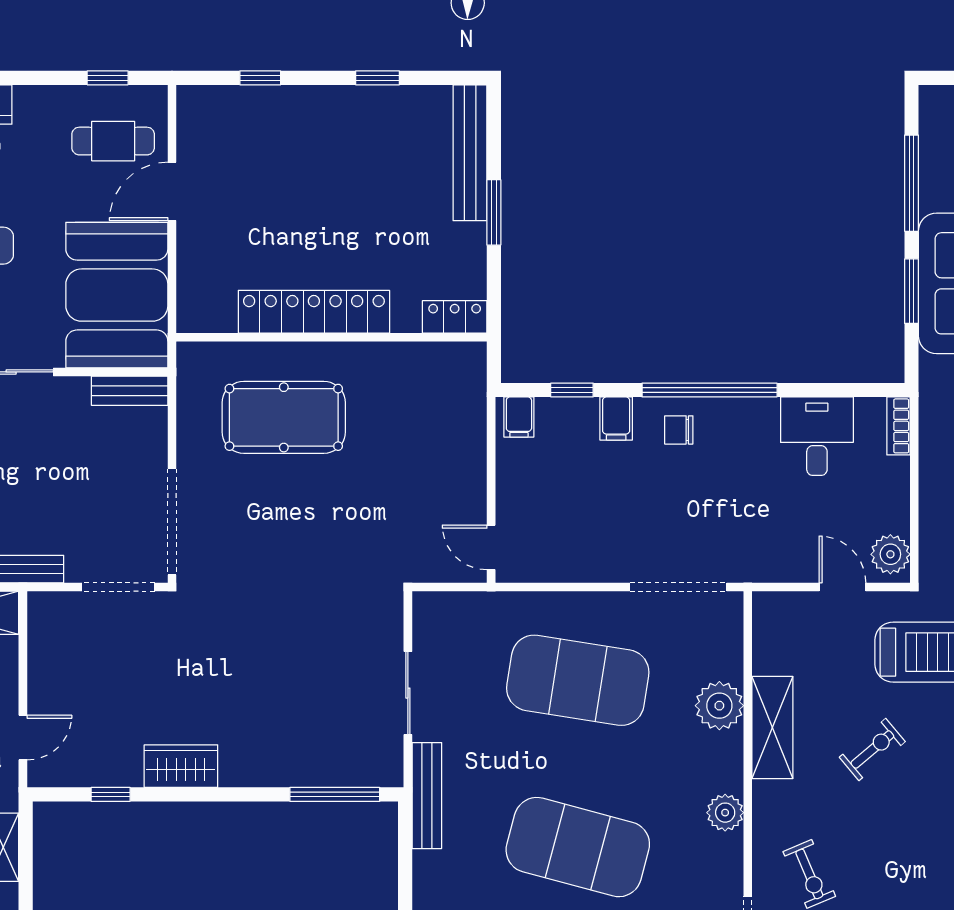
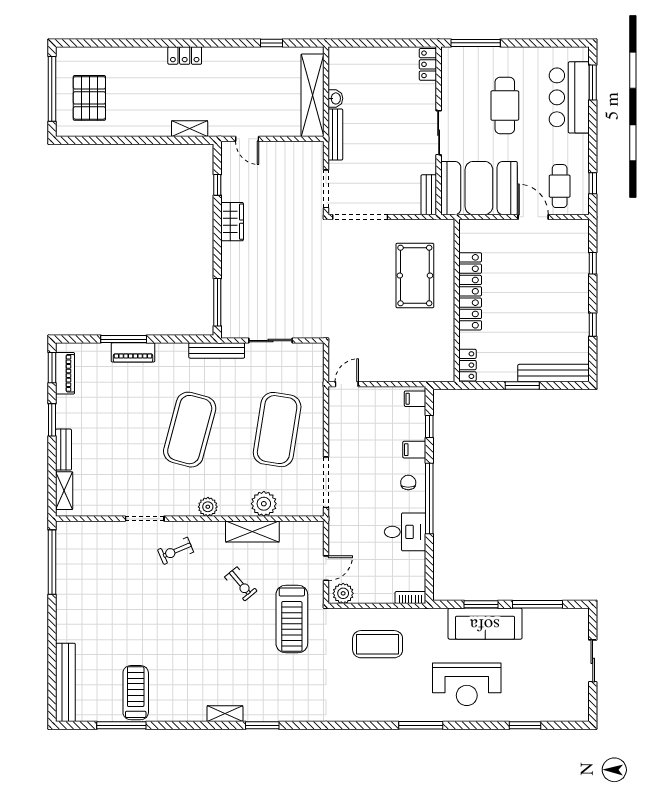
desk: (817, 436) -> (405, 532), moved

